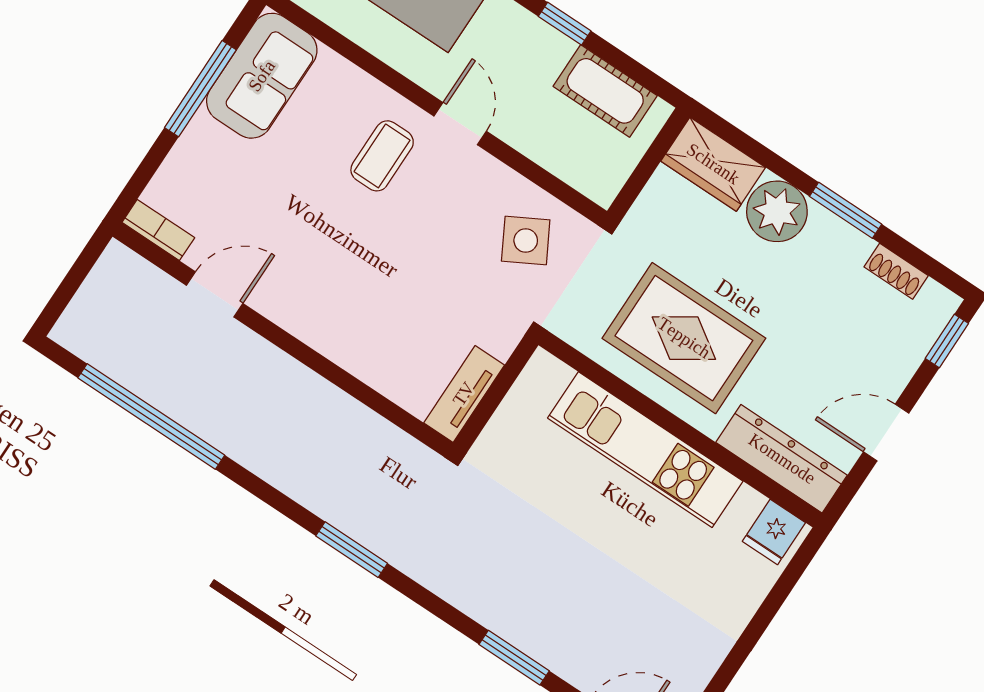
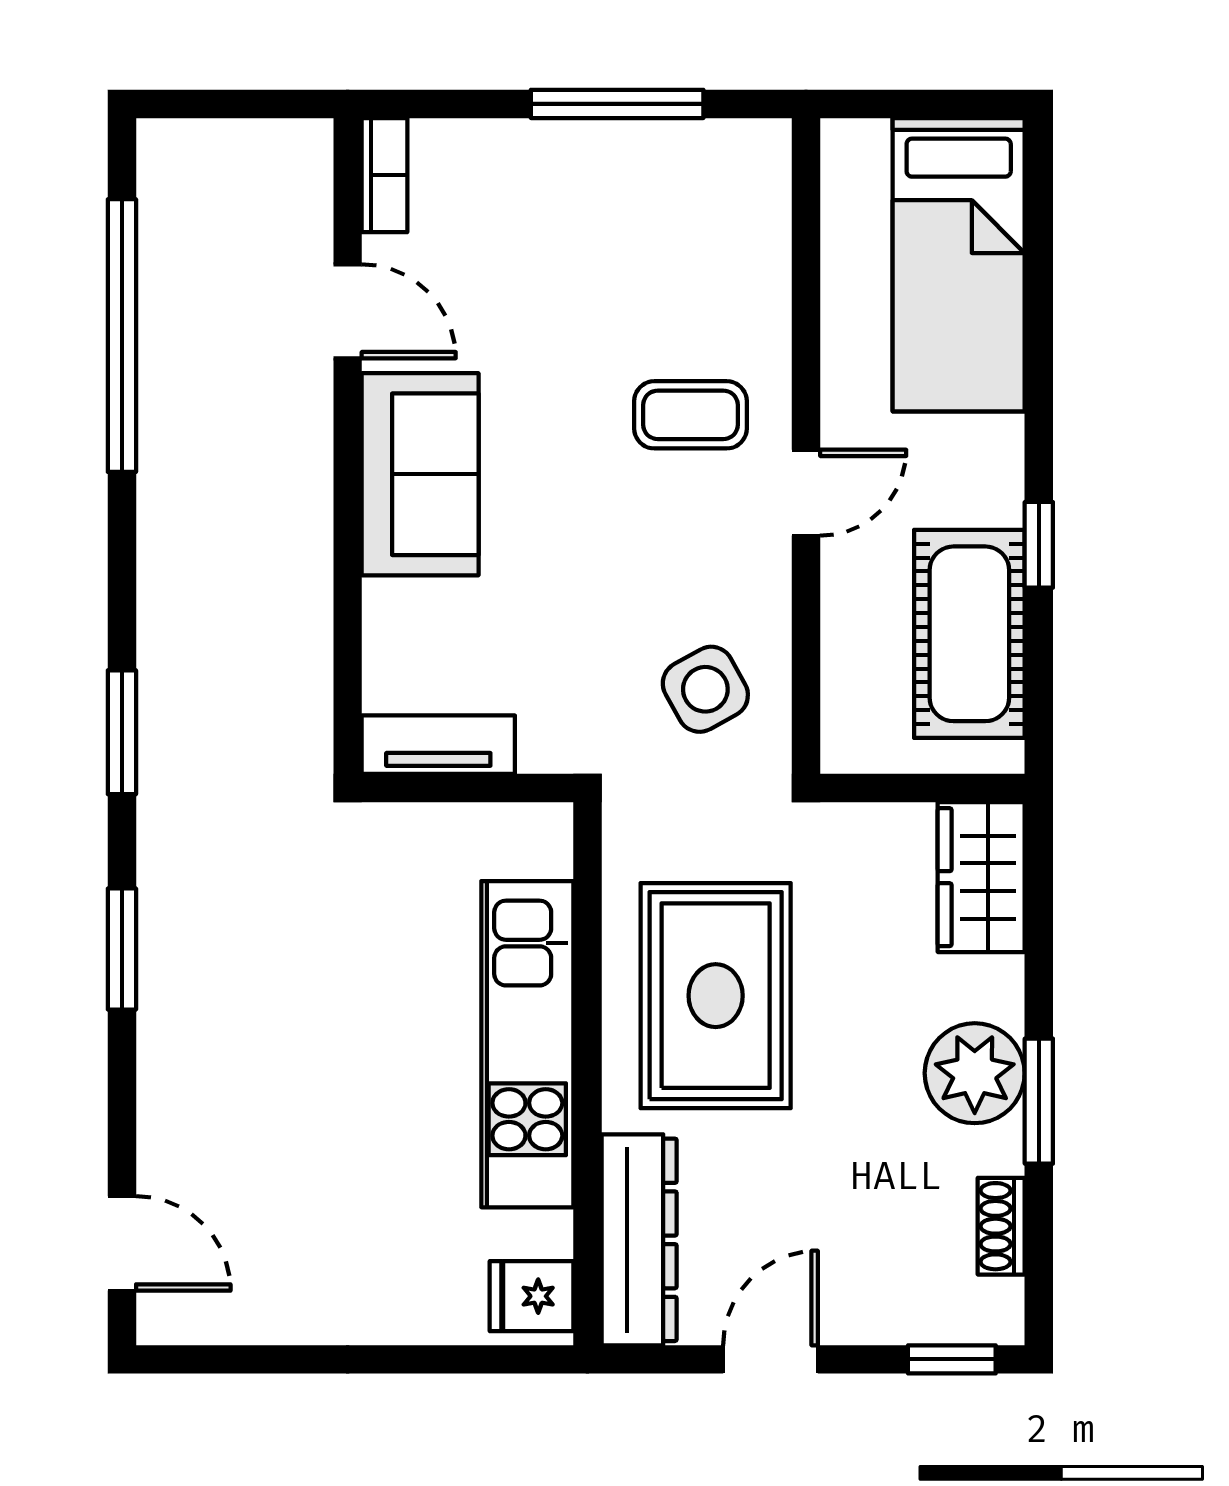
sofa: (262, 76) -> (420, 474), moved, turned -90
cot: (605, 91) -> (969, 634), width x1.37, depth x1.34
plant: (777, 211) -> (975, 1073), moved
door: (886, 432) -> (771, 1359), hinge flipped
window: (514, 658) -> (122, 949), moved

